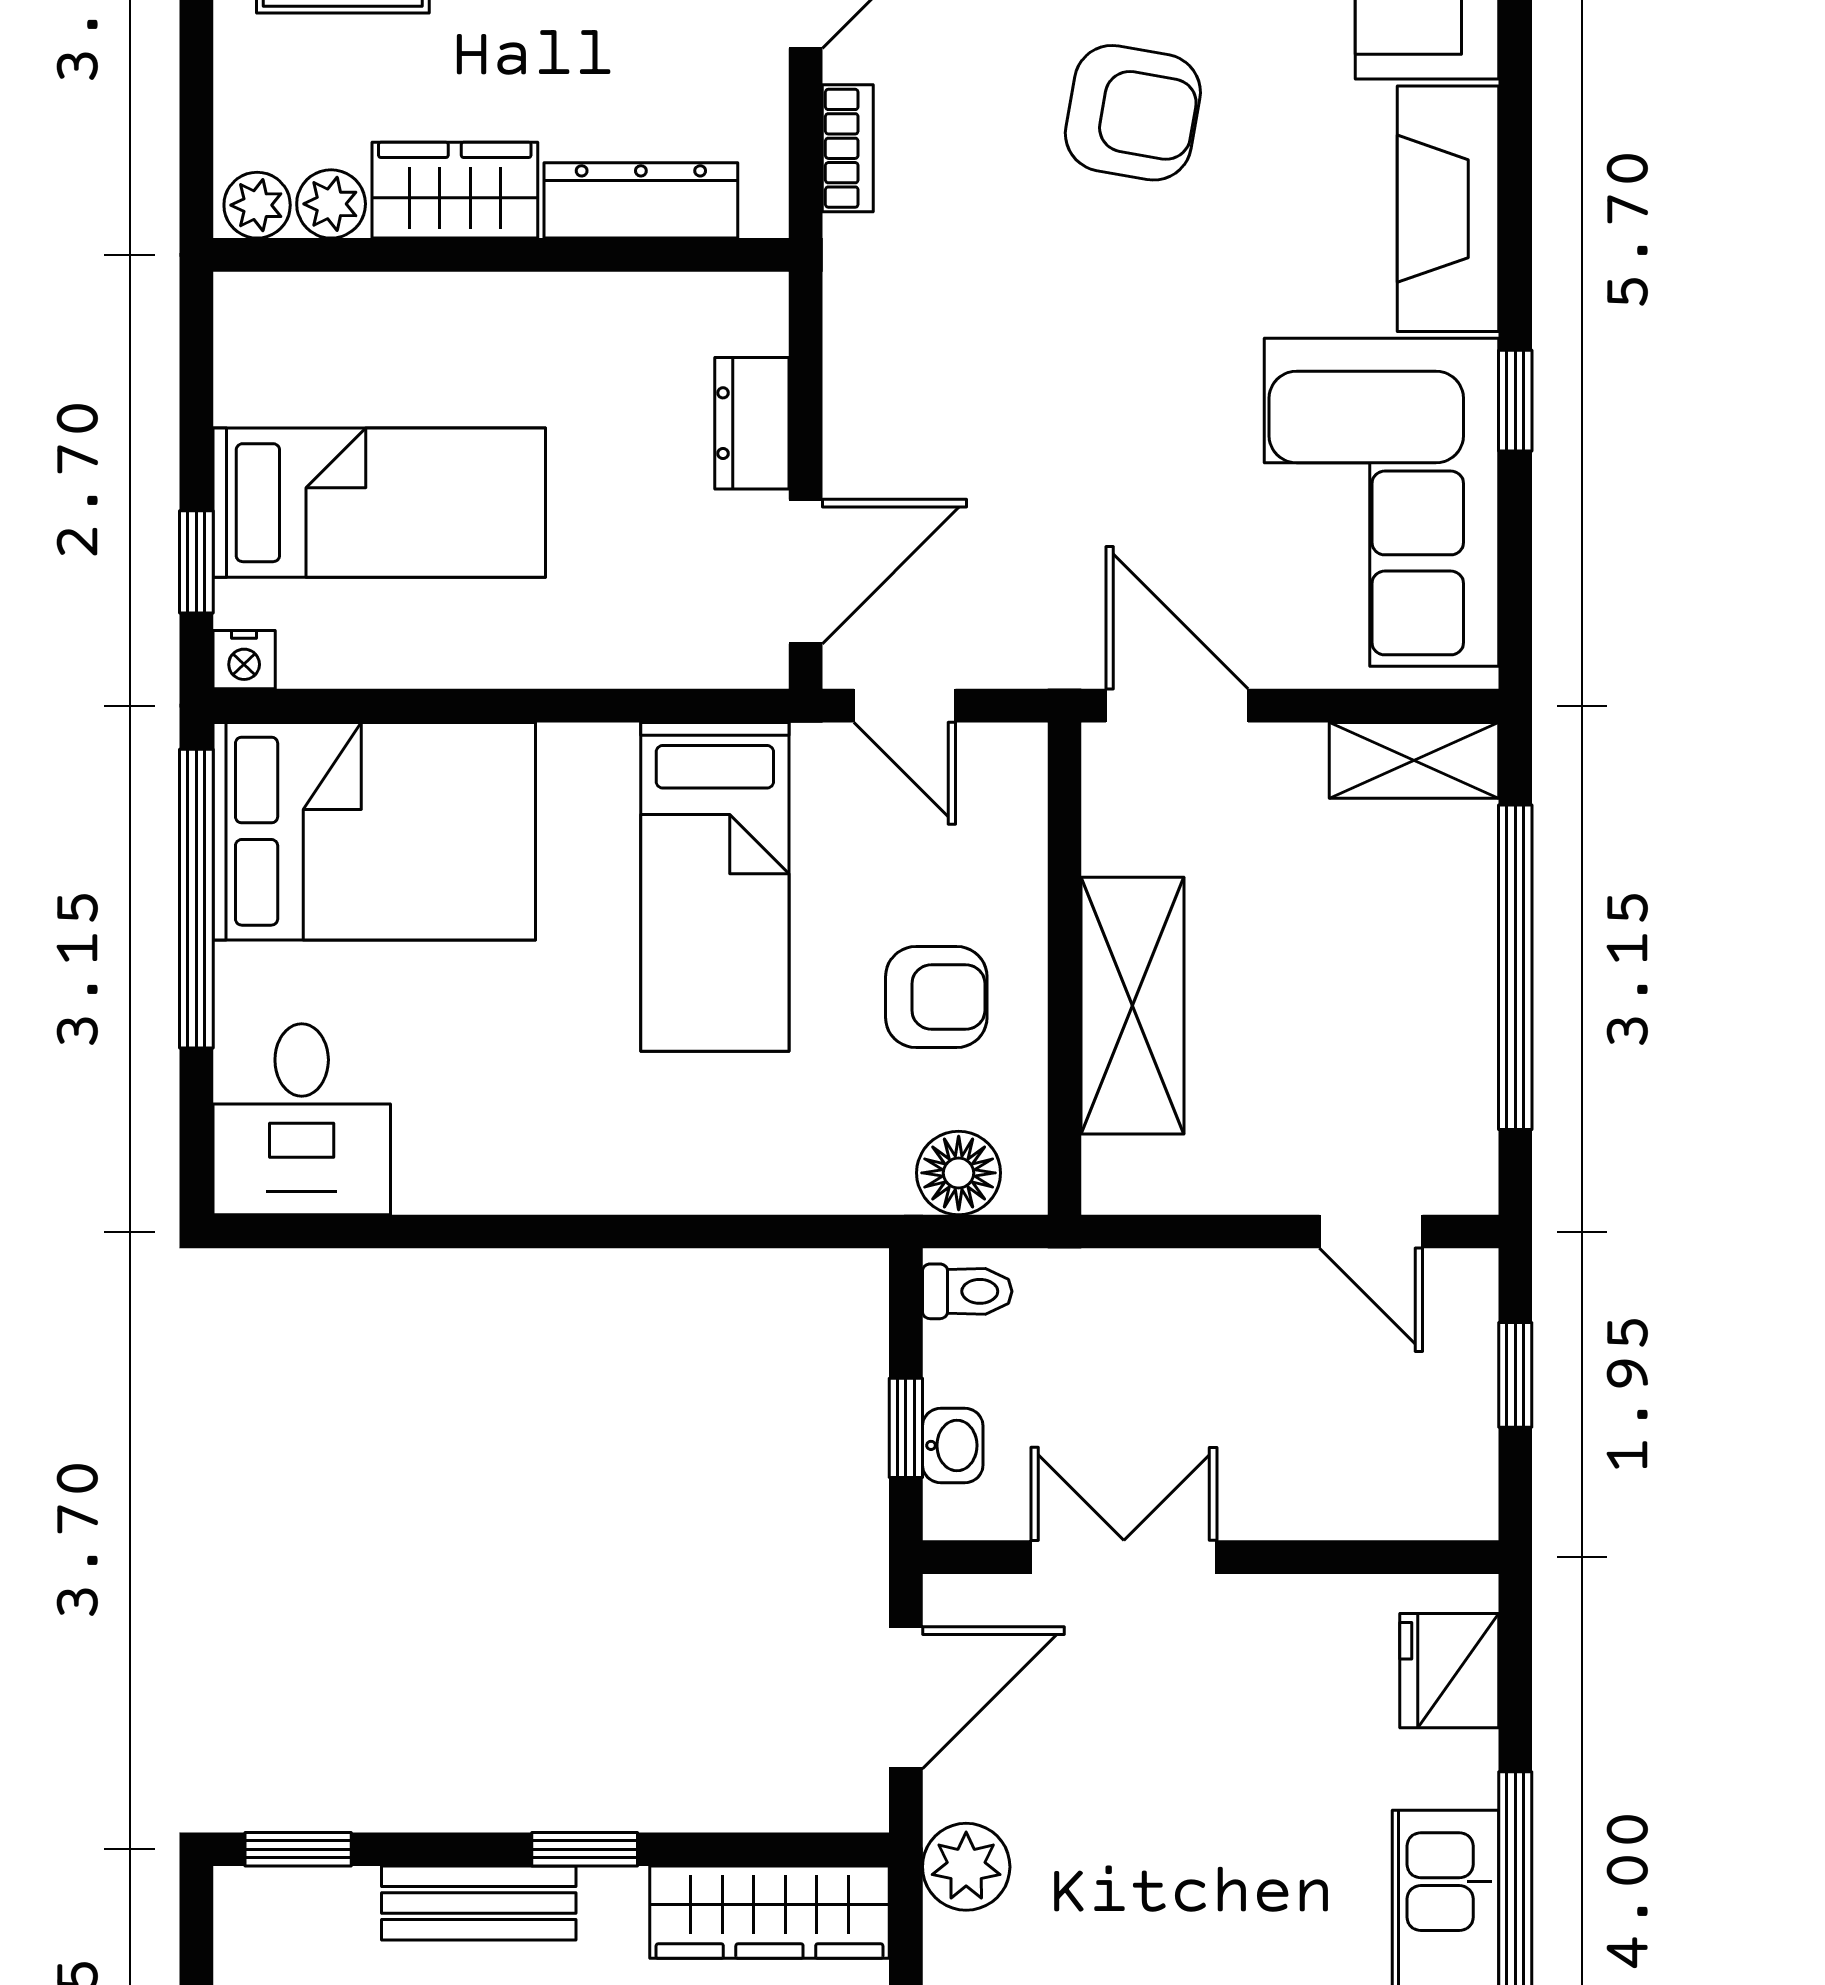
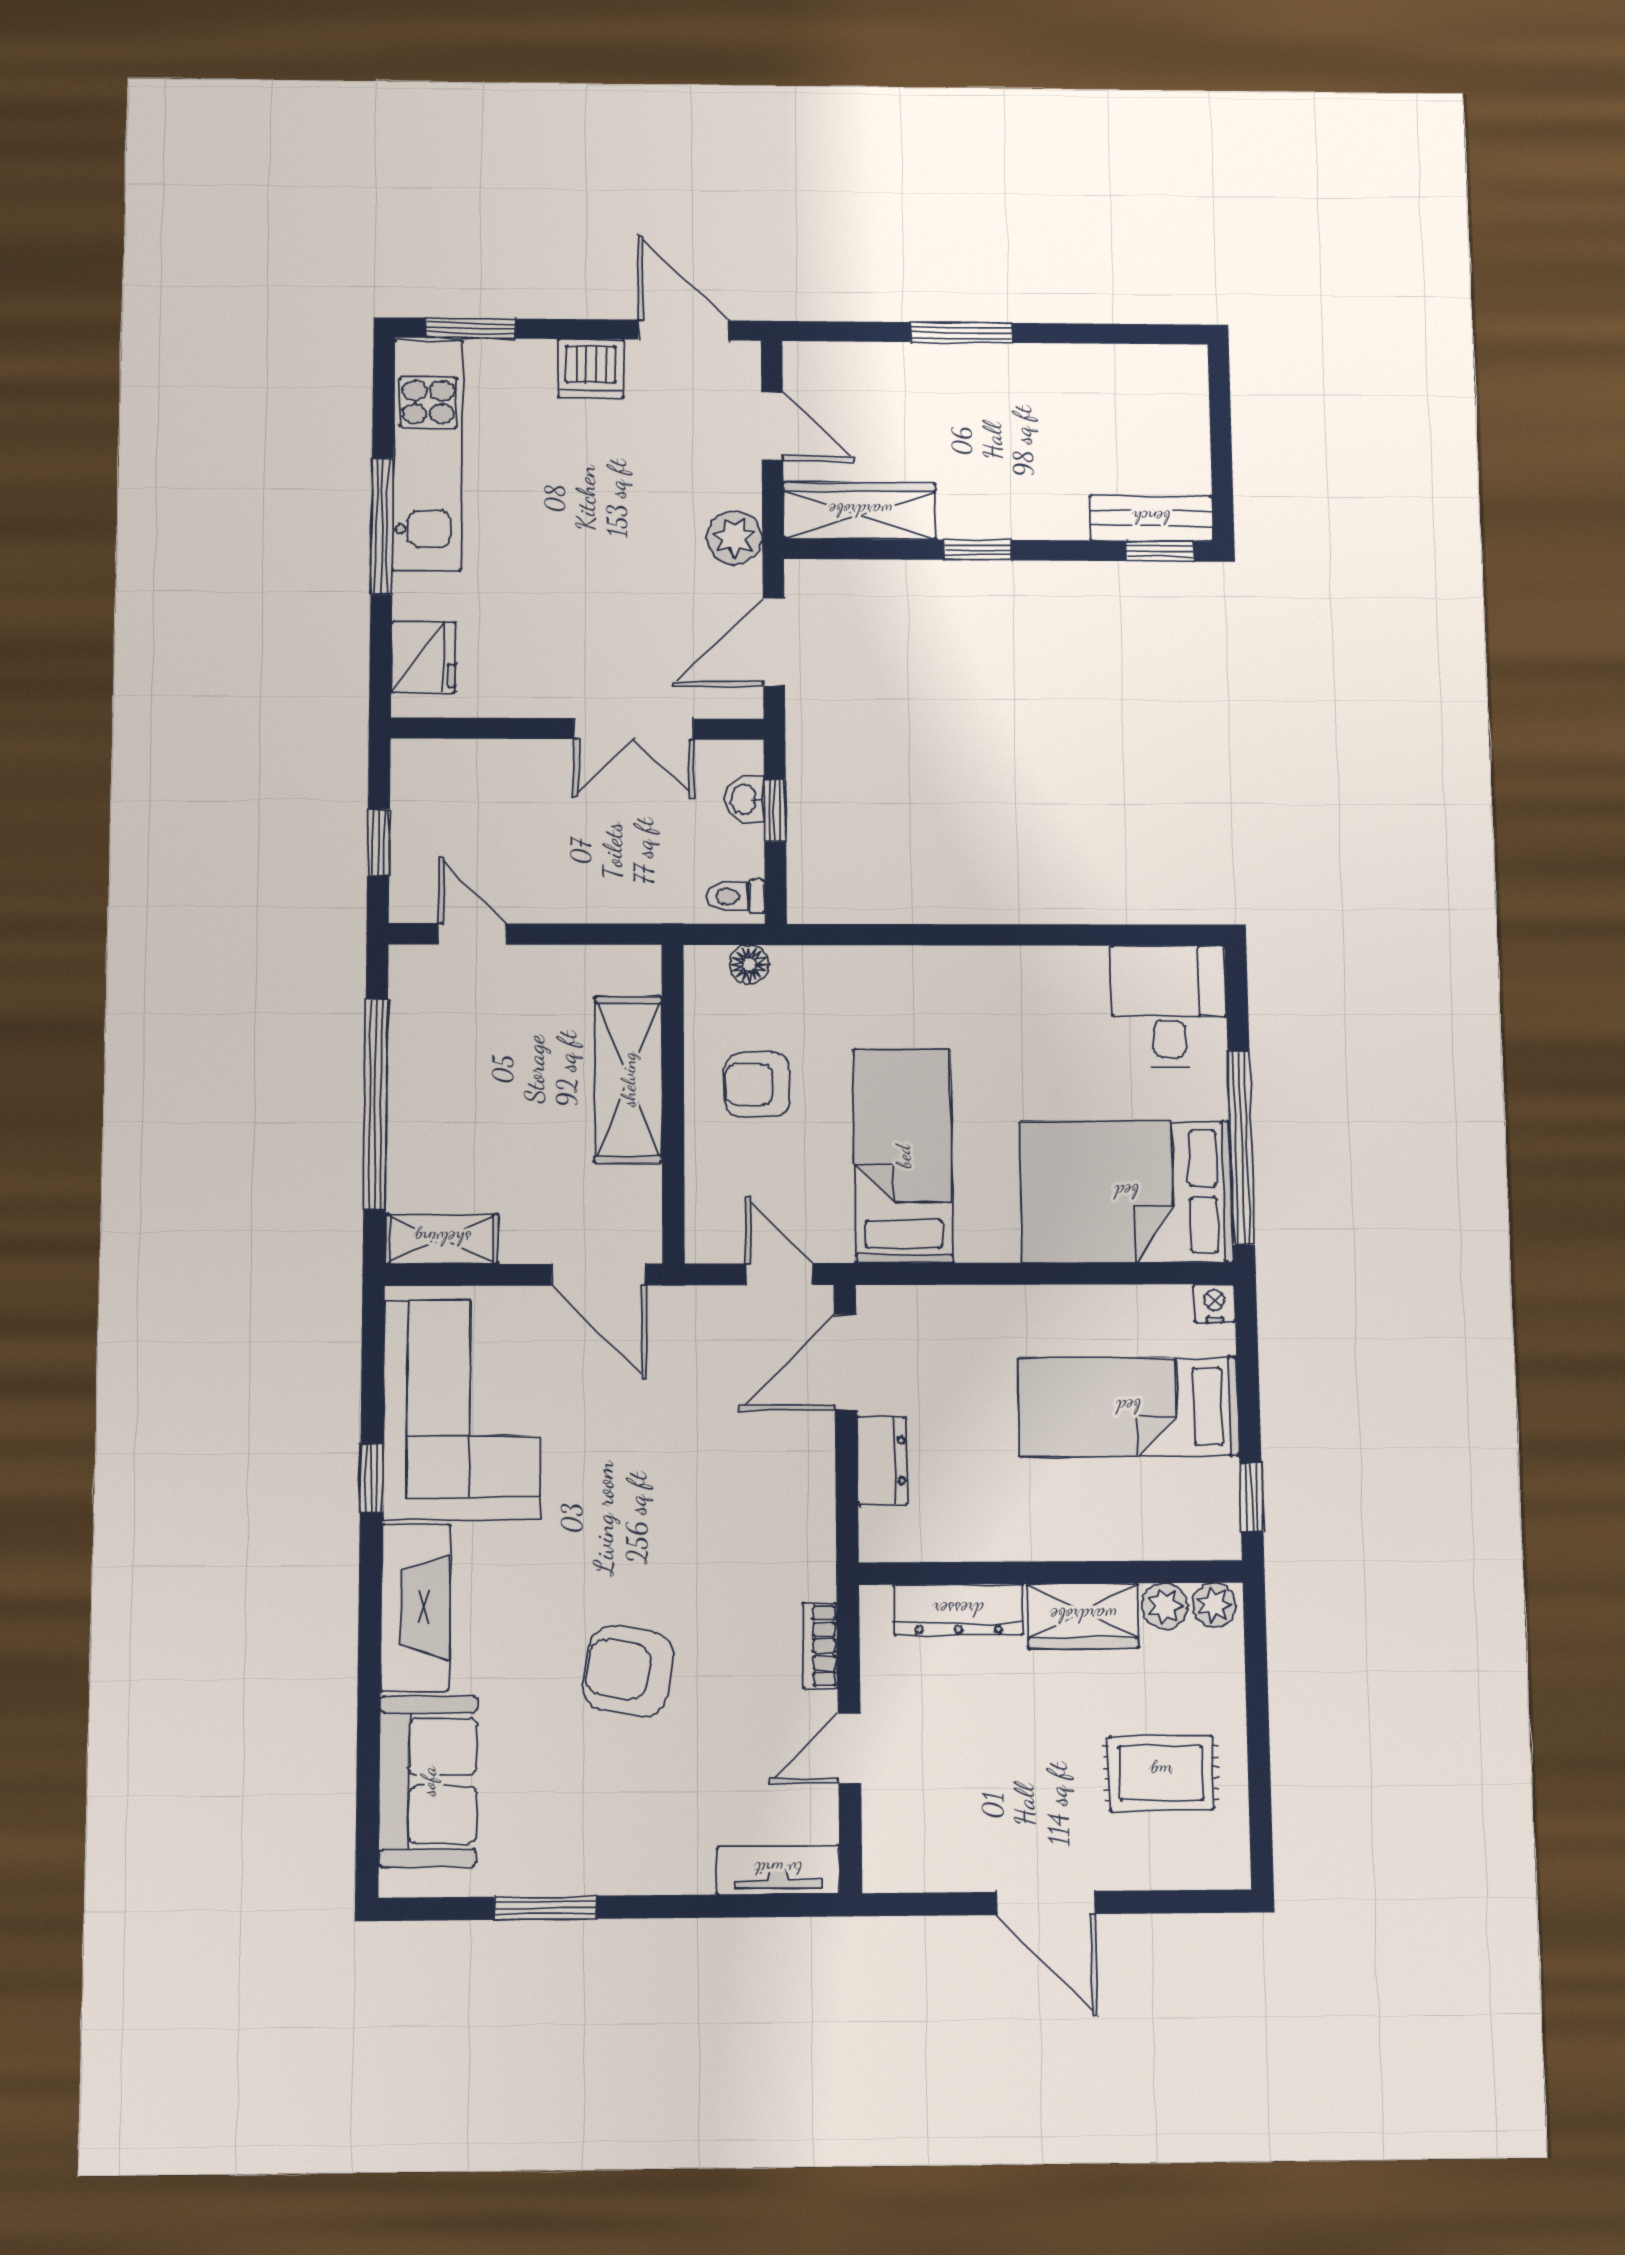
window: (196, 562) -> (1251, 1497), moved
floor lamp: (959, 1173) -> (749, 964), width x0.73, depth x0.73
bench: (479, 1903) -> (1151, 518), moved

